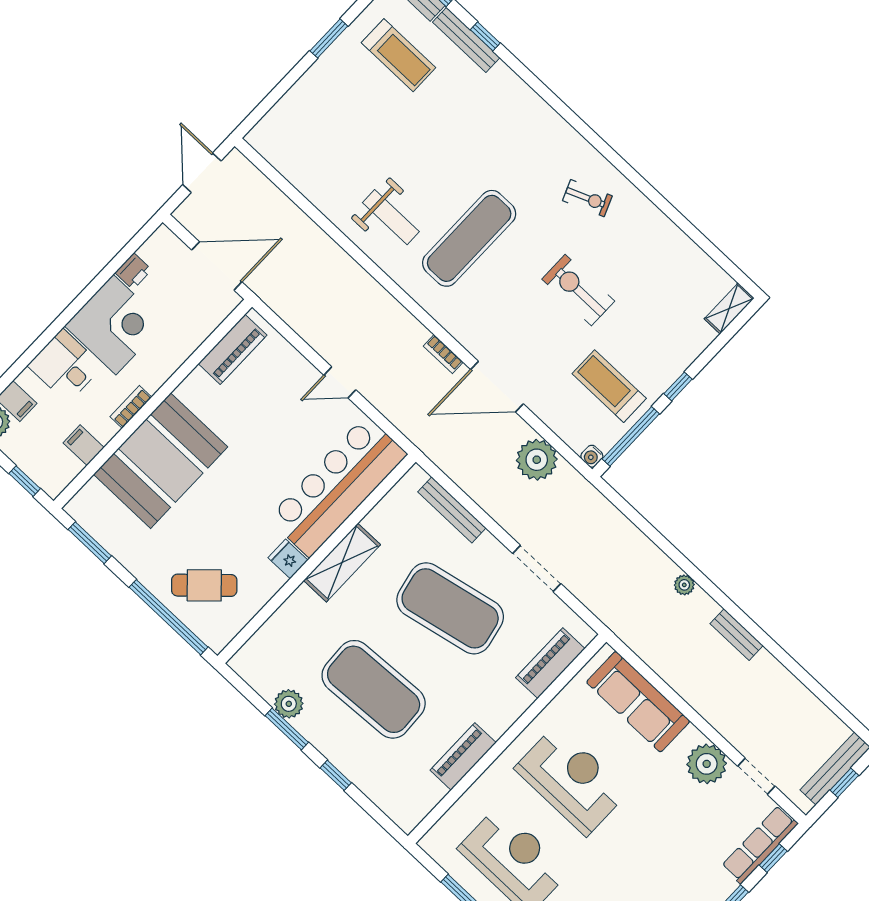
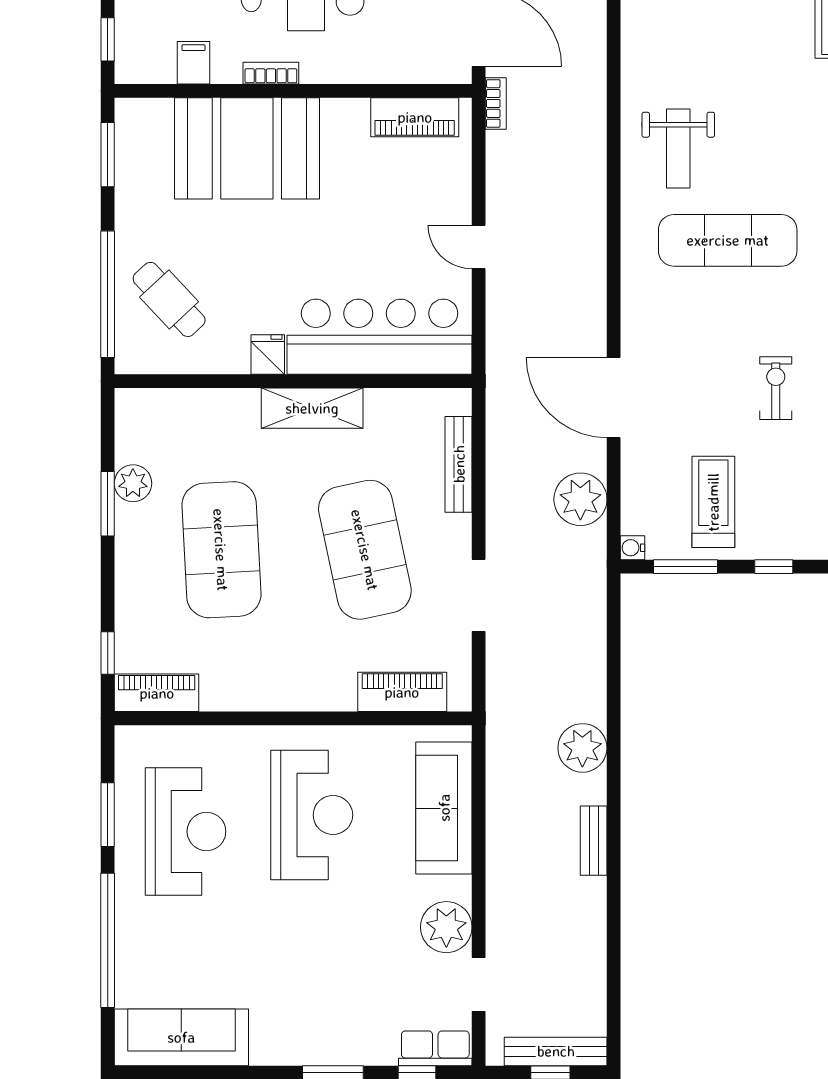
exercise bike: (578, 290) -> (776, 388), width x0.73, depth x0.72
bookcase: (443, 354) -> (496, 103), moved, turned 180
window: (631, 436) -> (685, 567), width x0.69
plant: (684, 585) -> (582, 748), width x1.88, depth x1.88
piano: (463, 756) -> (157, 693), moved
window: (336, 775) -> (108, 653), moved
row of seats: (760, 845) -> (435, 1048), width x0.68

